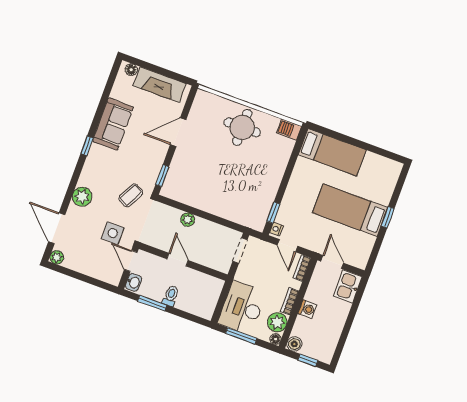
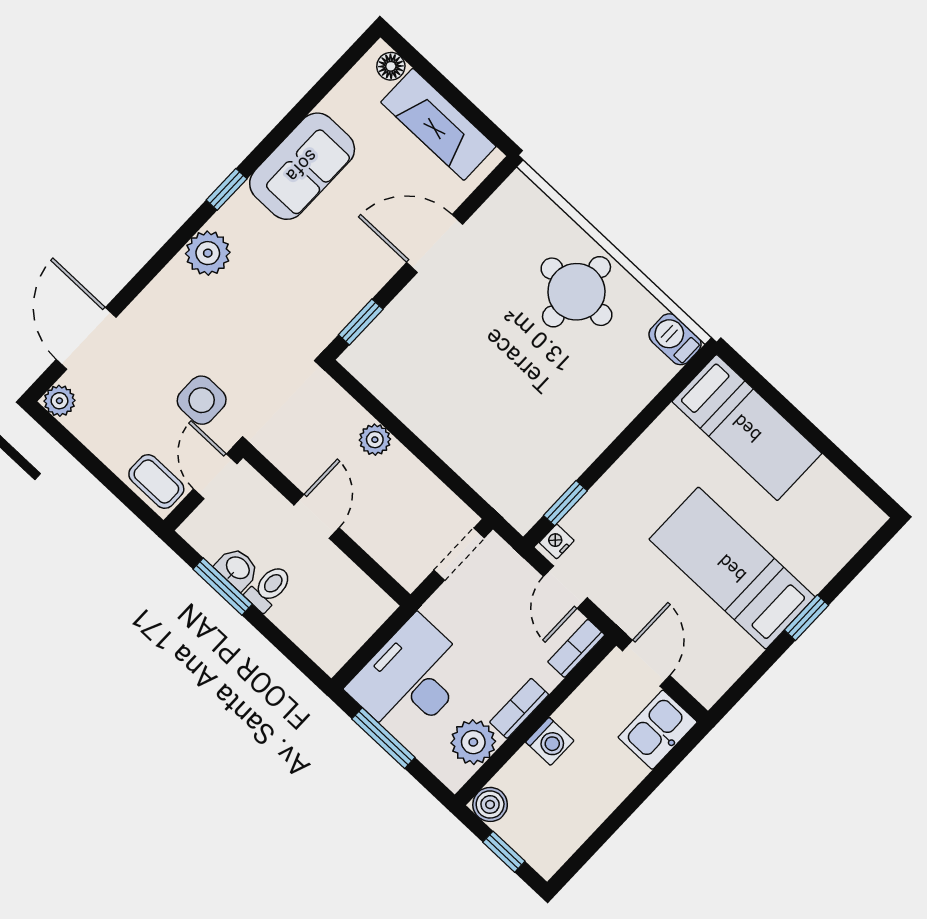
coffee table: (131, 195) -> (156, 482), moved, turned 63
plant: (82, 197) -> (208, 253), moved
washbasin: (134, 282) -> (237, 568), moved, turned -90
floor lamp: (276, 339) -> (454, 777), removed

